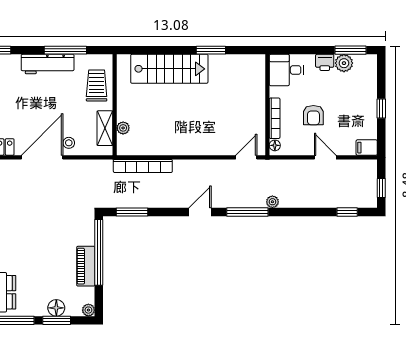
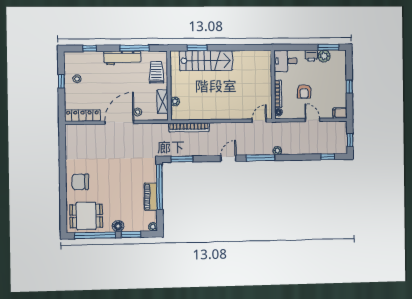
window: (211, 50) -> (197, 48), moved
floor lamp: (56, 308) -> (118, 226), moved

